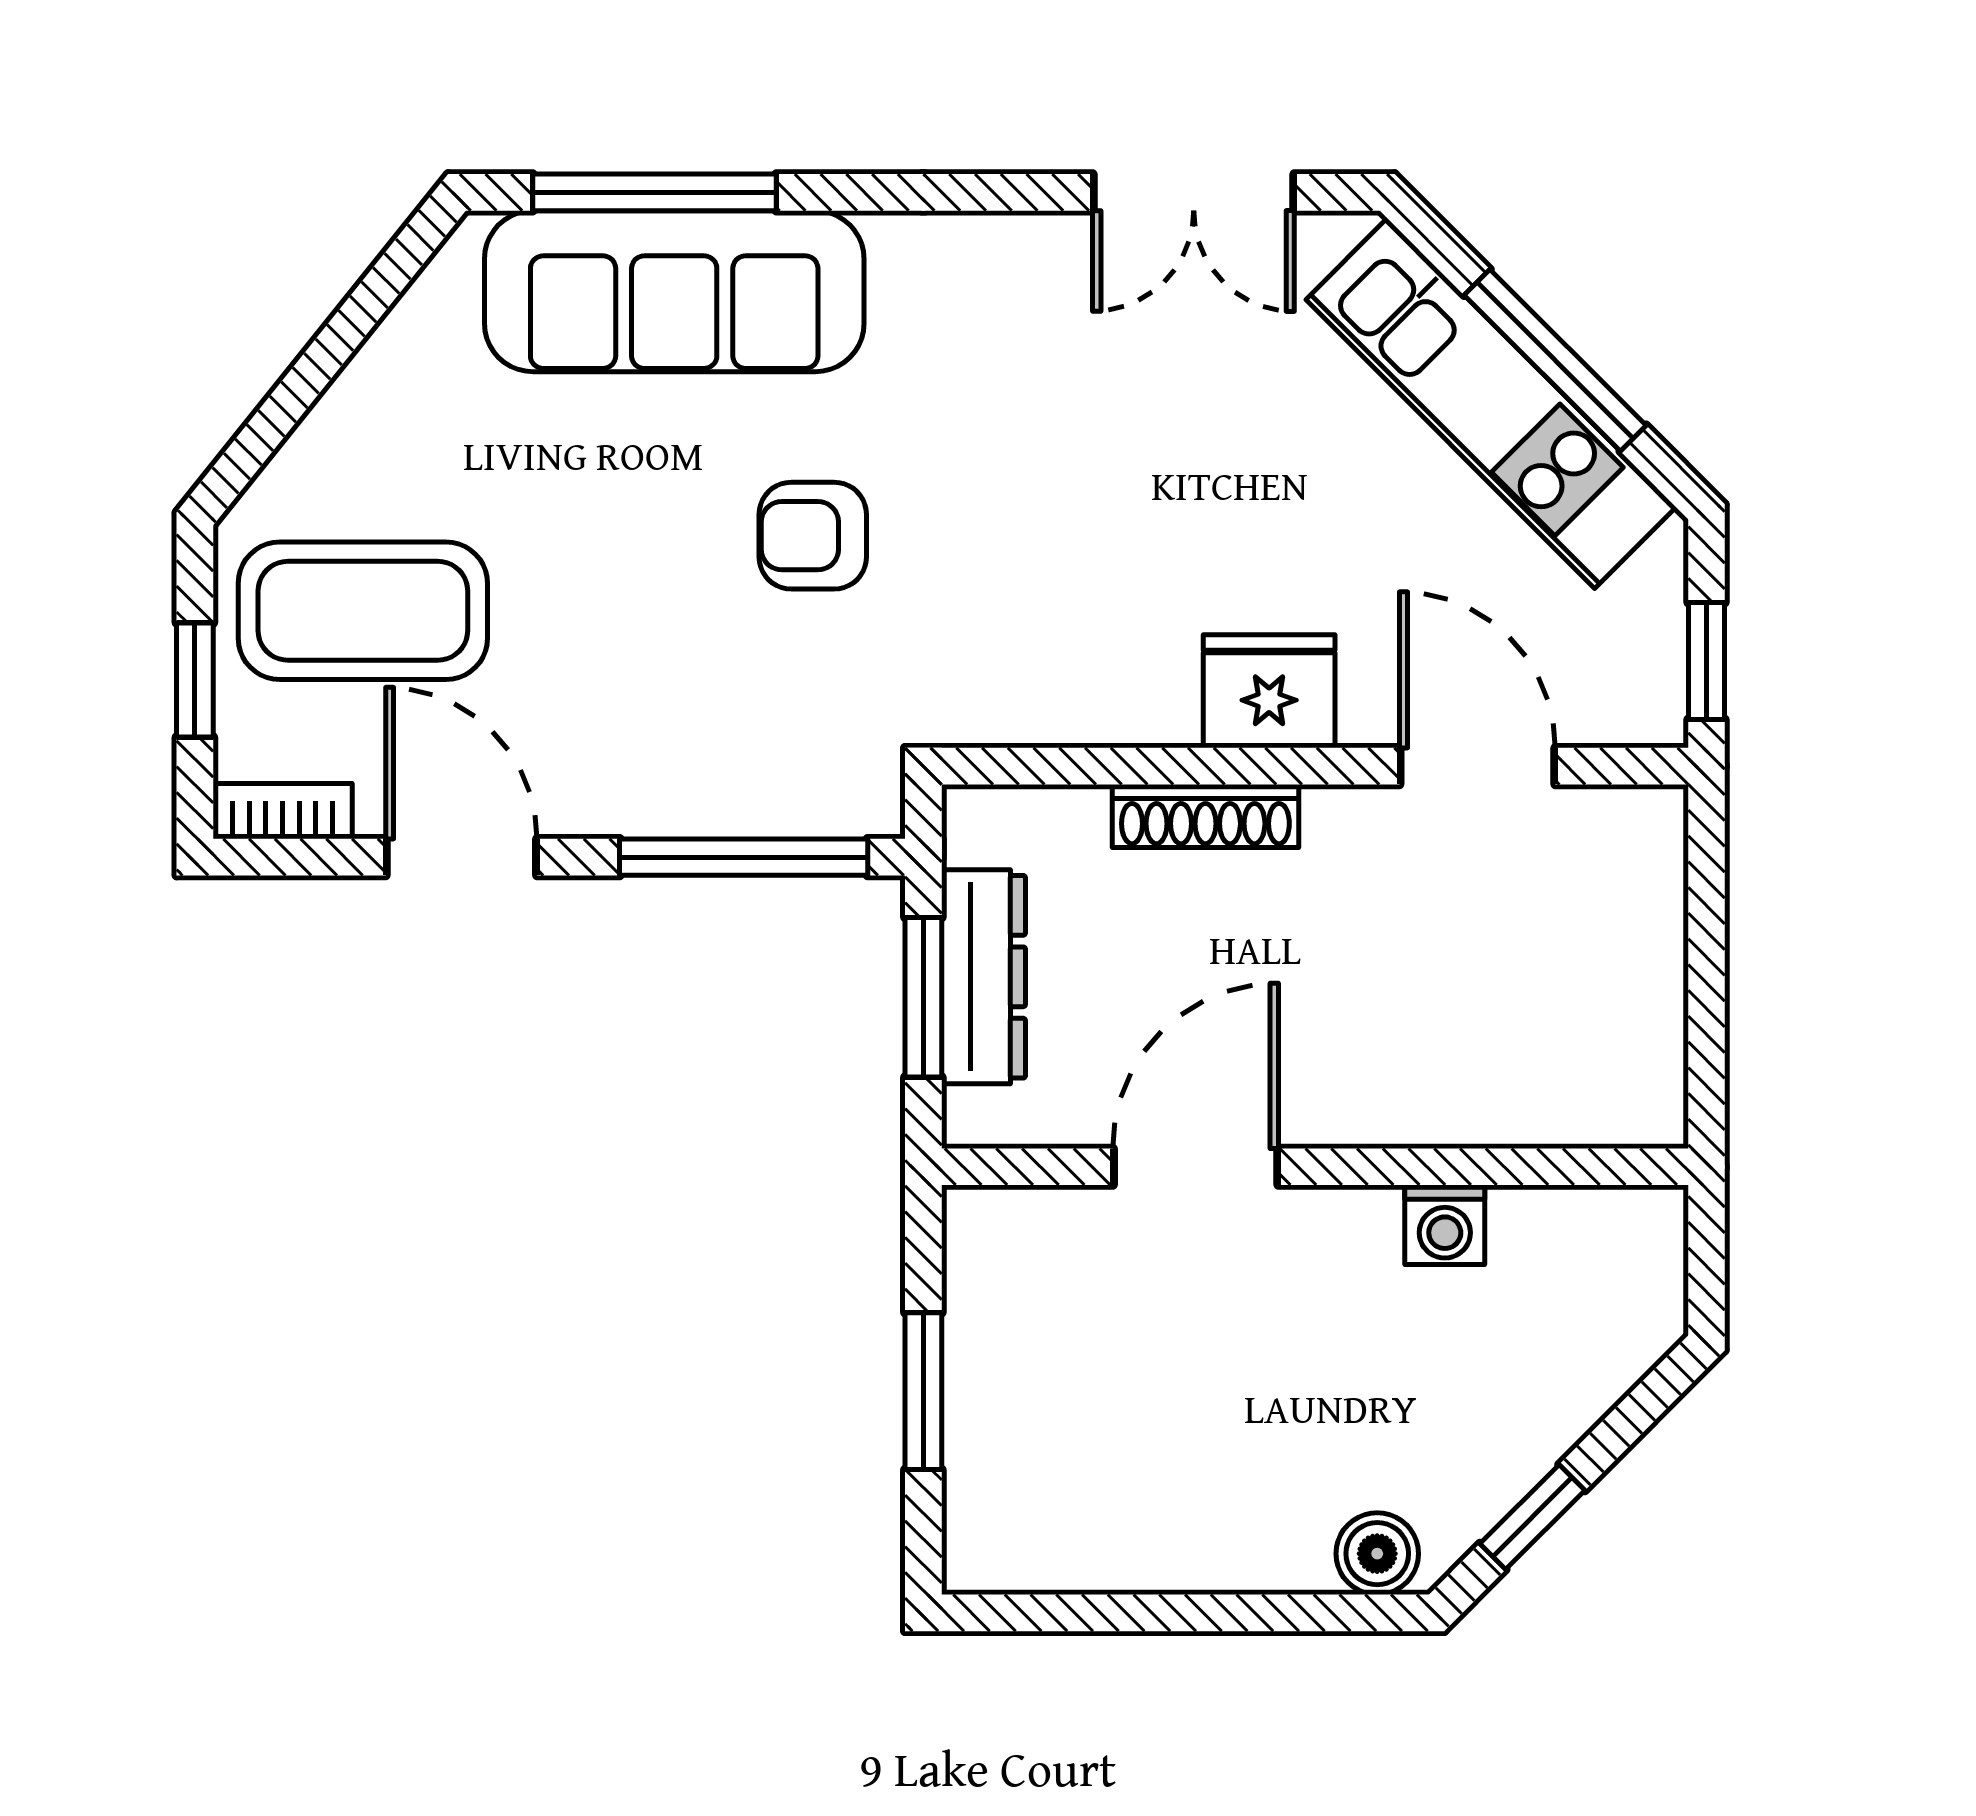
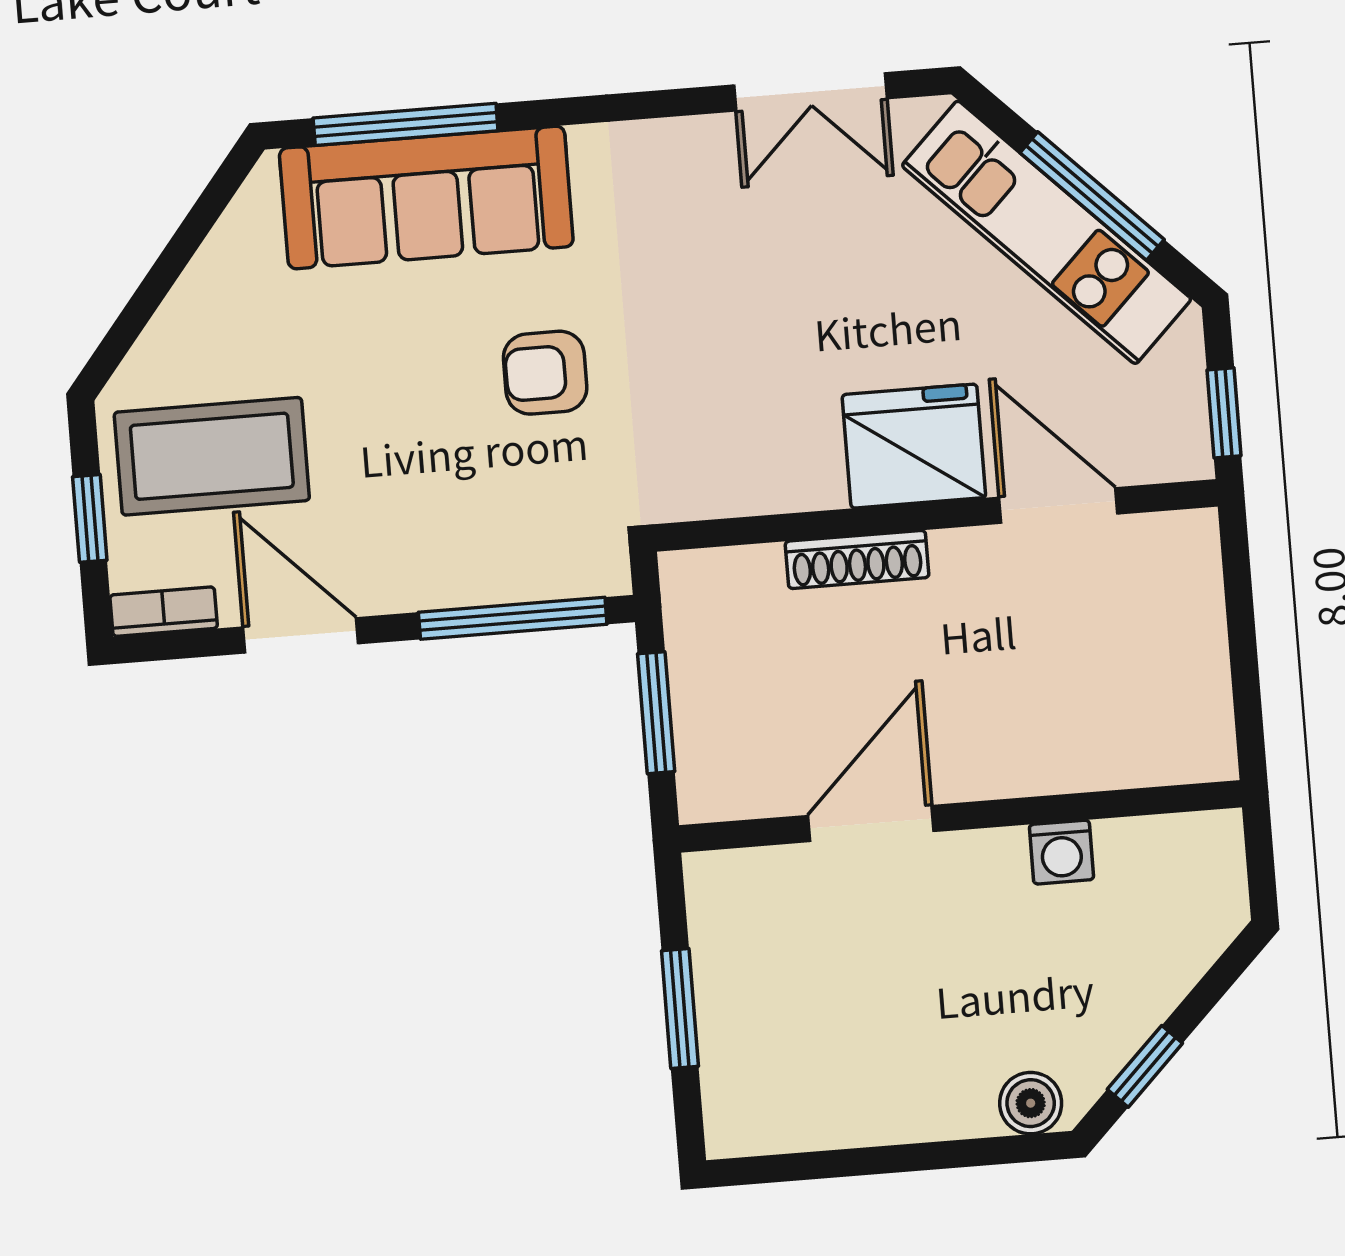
fridge: (1269, 691) -> (914, 446), width x1.36, depth x1.34
dresser: (984, 977) -> (700, 694), removed

